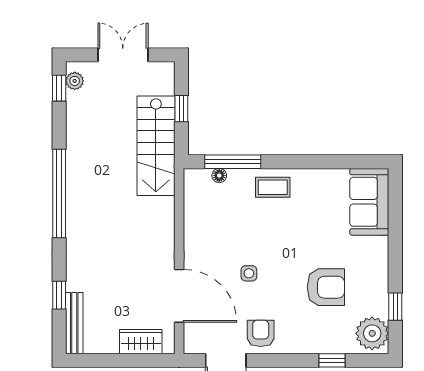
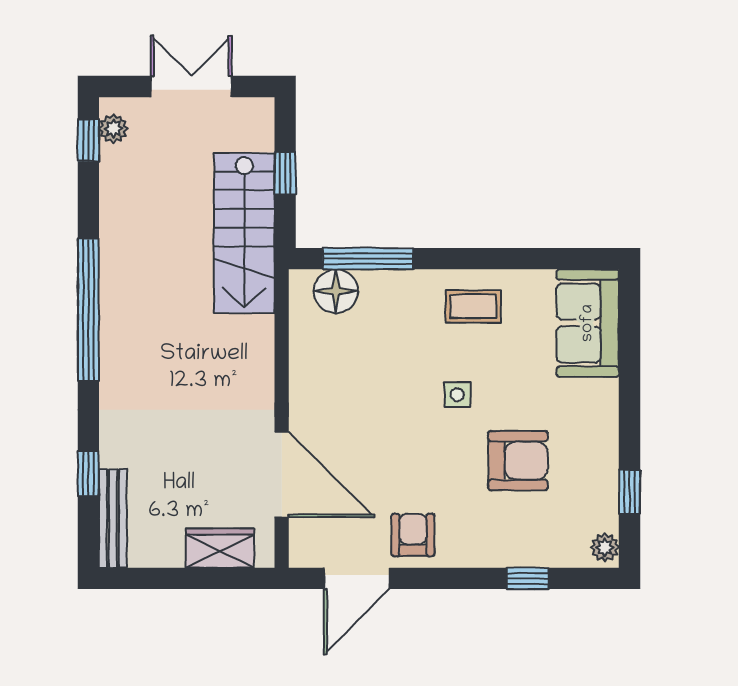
floor lamp: (219, 176) -> (336, 291), width x1.89, depth x1.89
coffee table: (273, 187) -> (473, 306), moved
side table: (249, 273) -> (457, 395), moved
plant: (372, 333) -> (605, 547), width x0.53, depth x0.53

